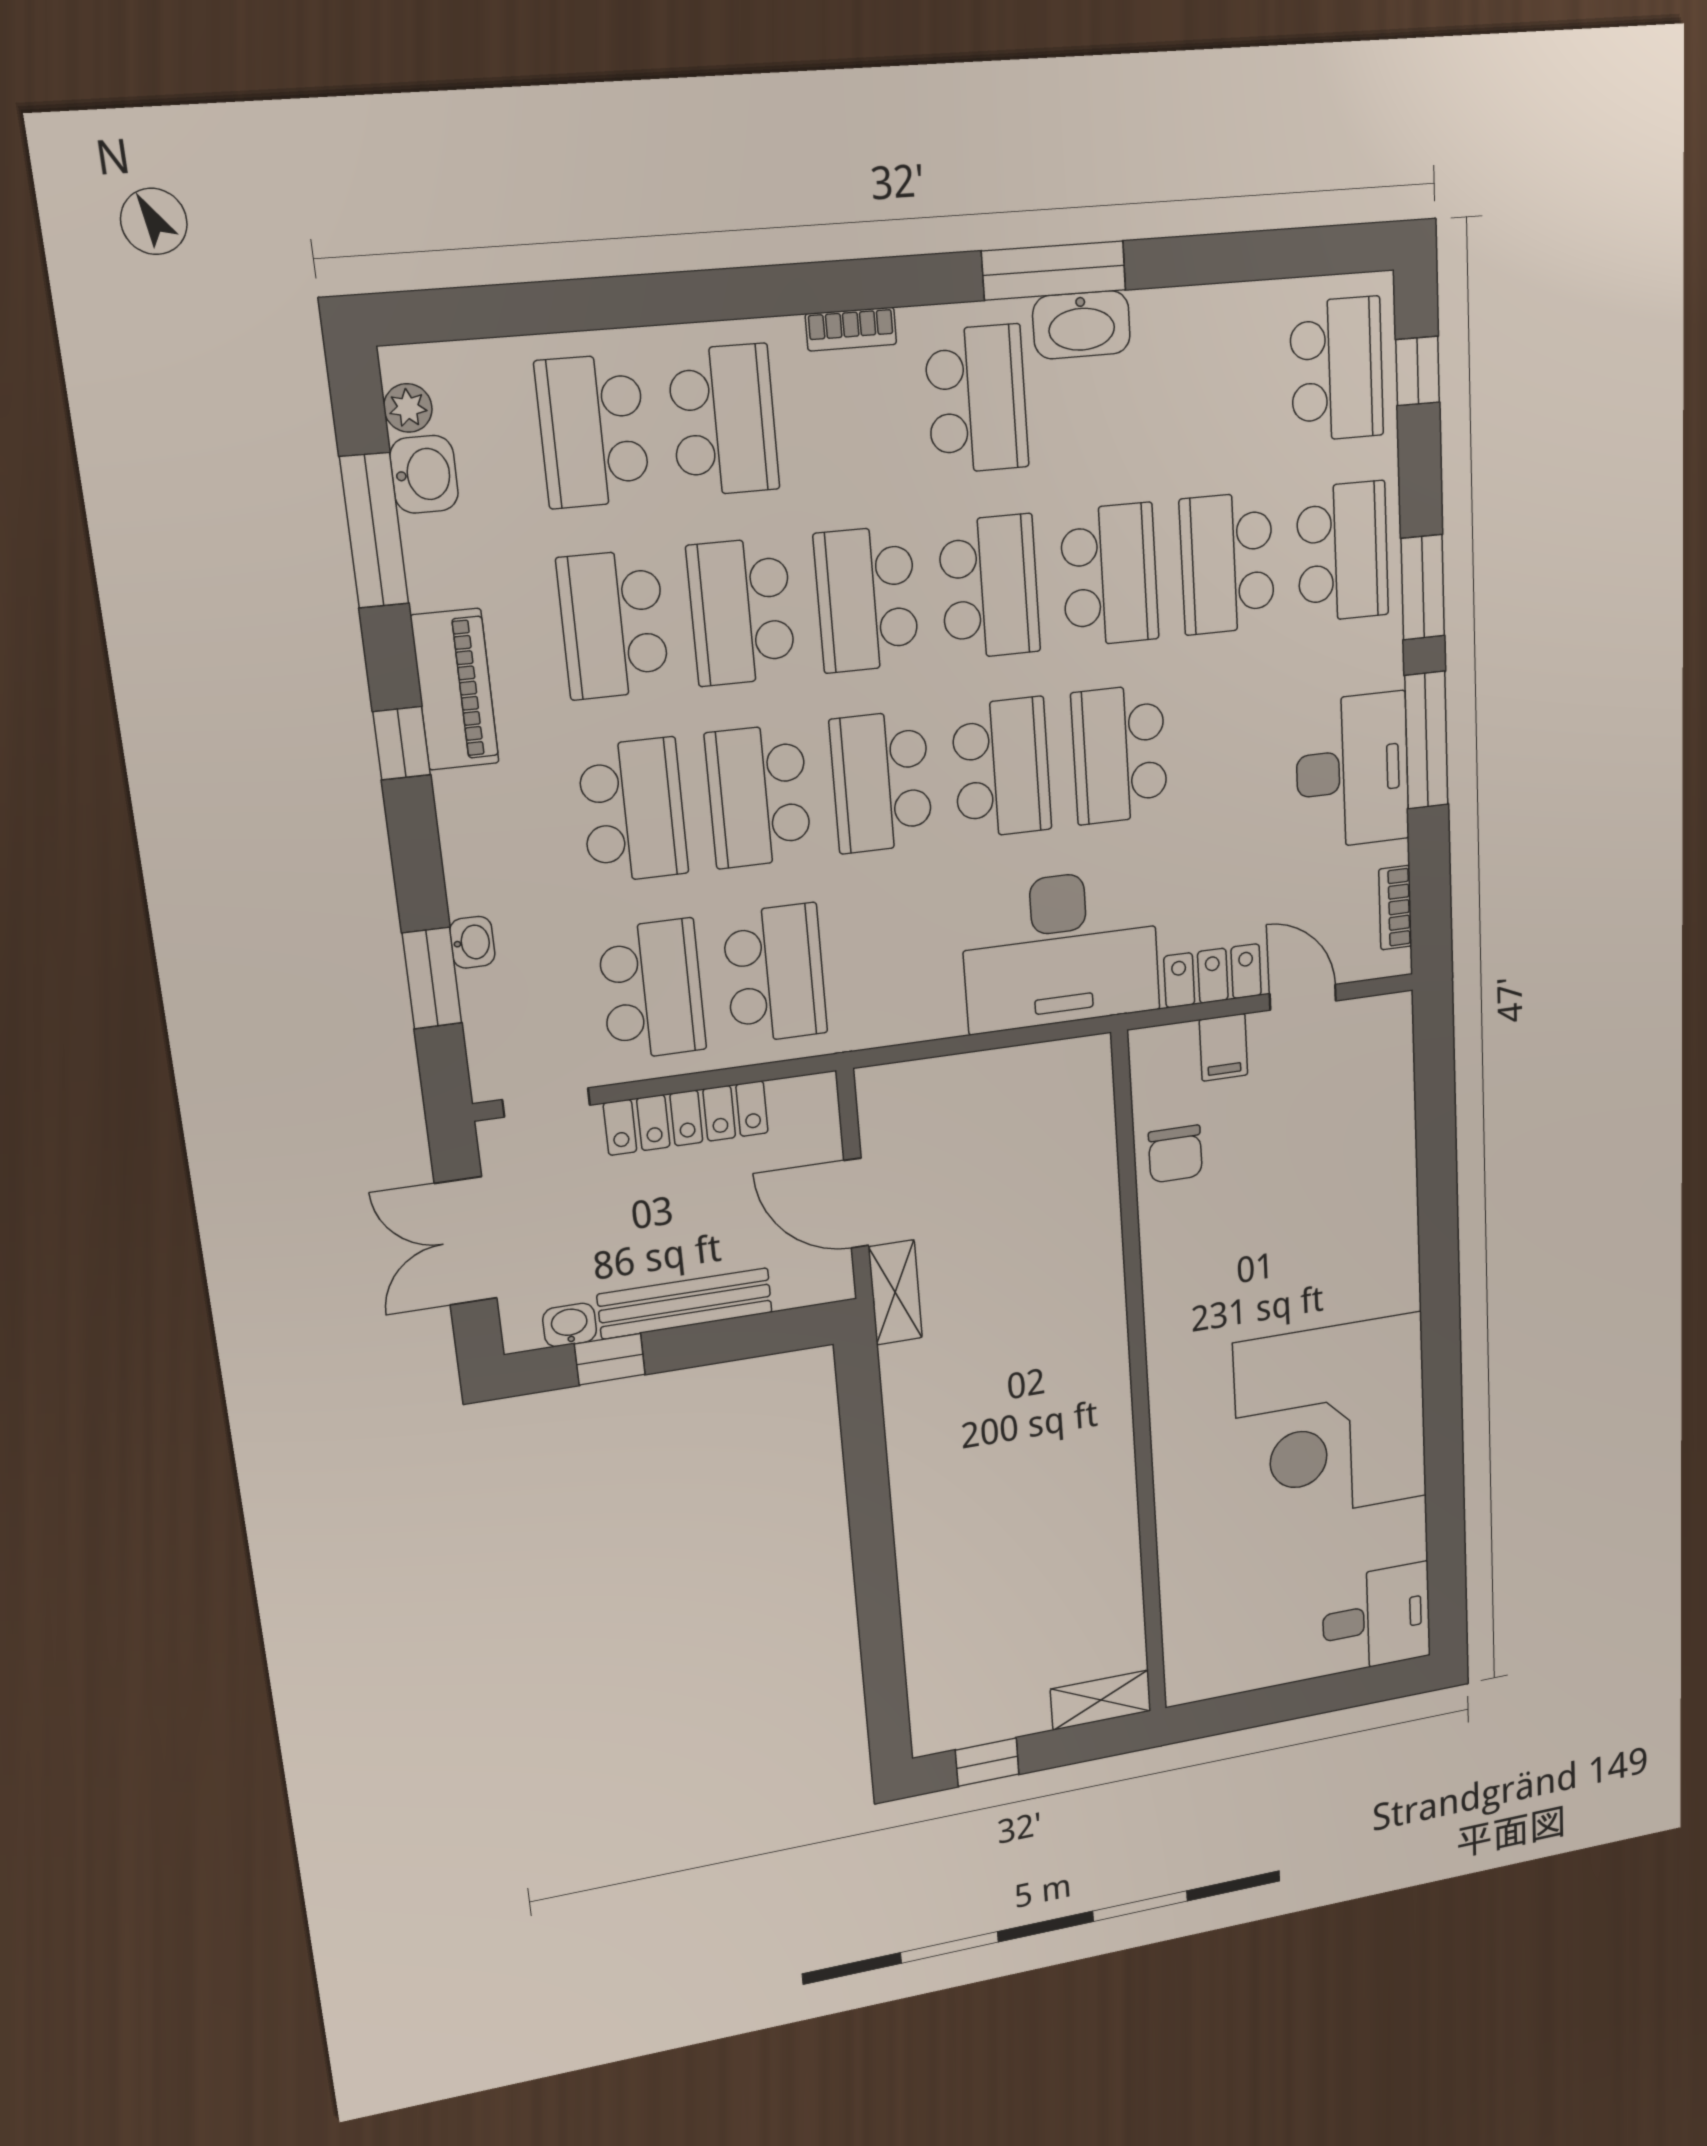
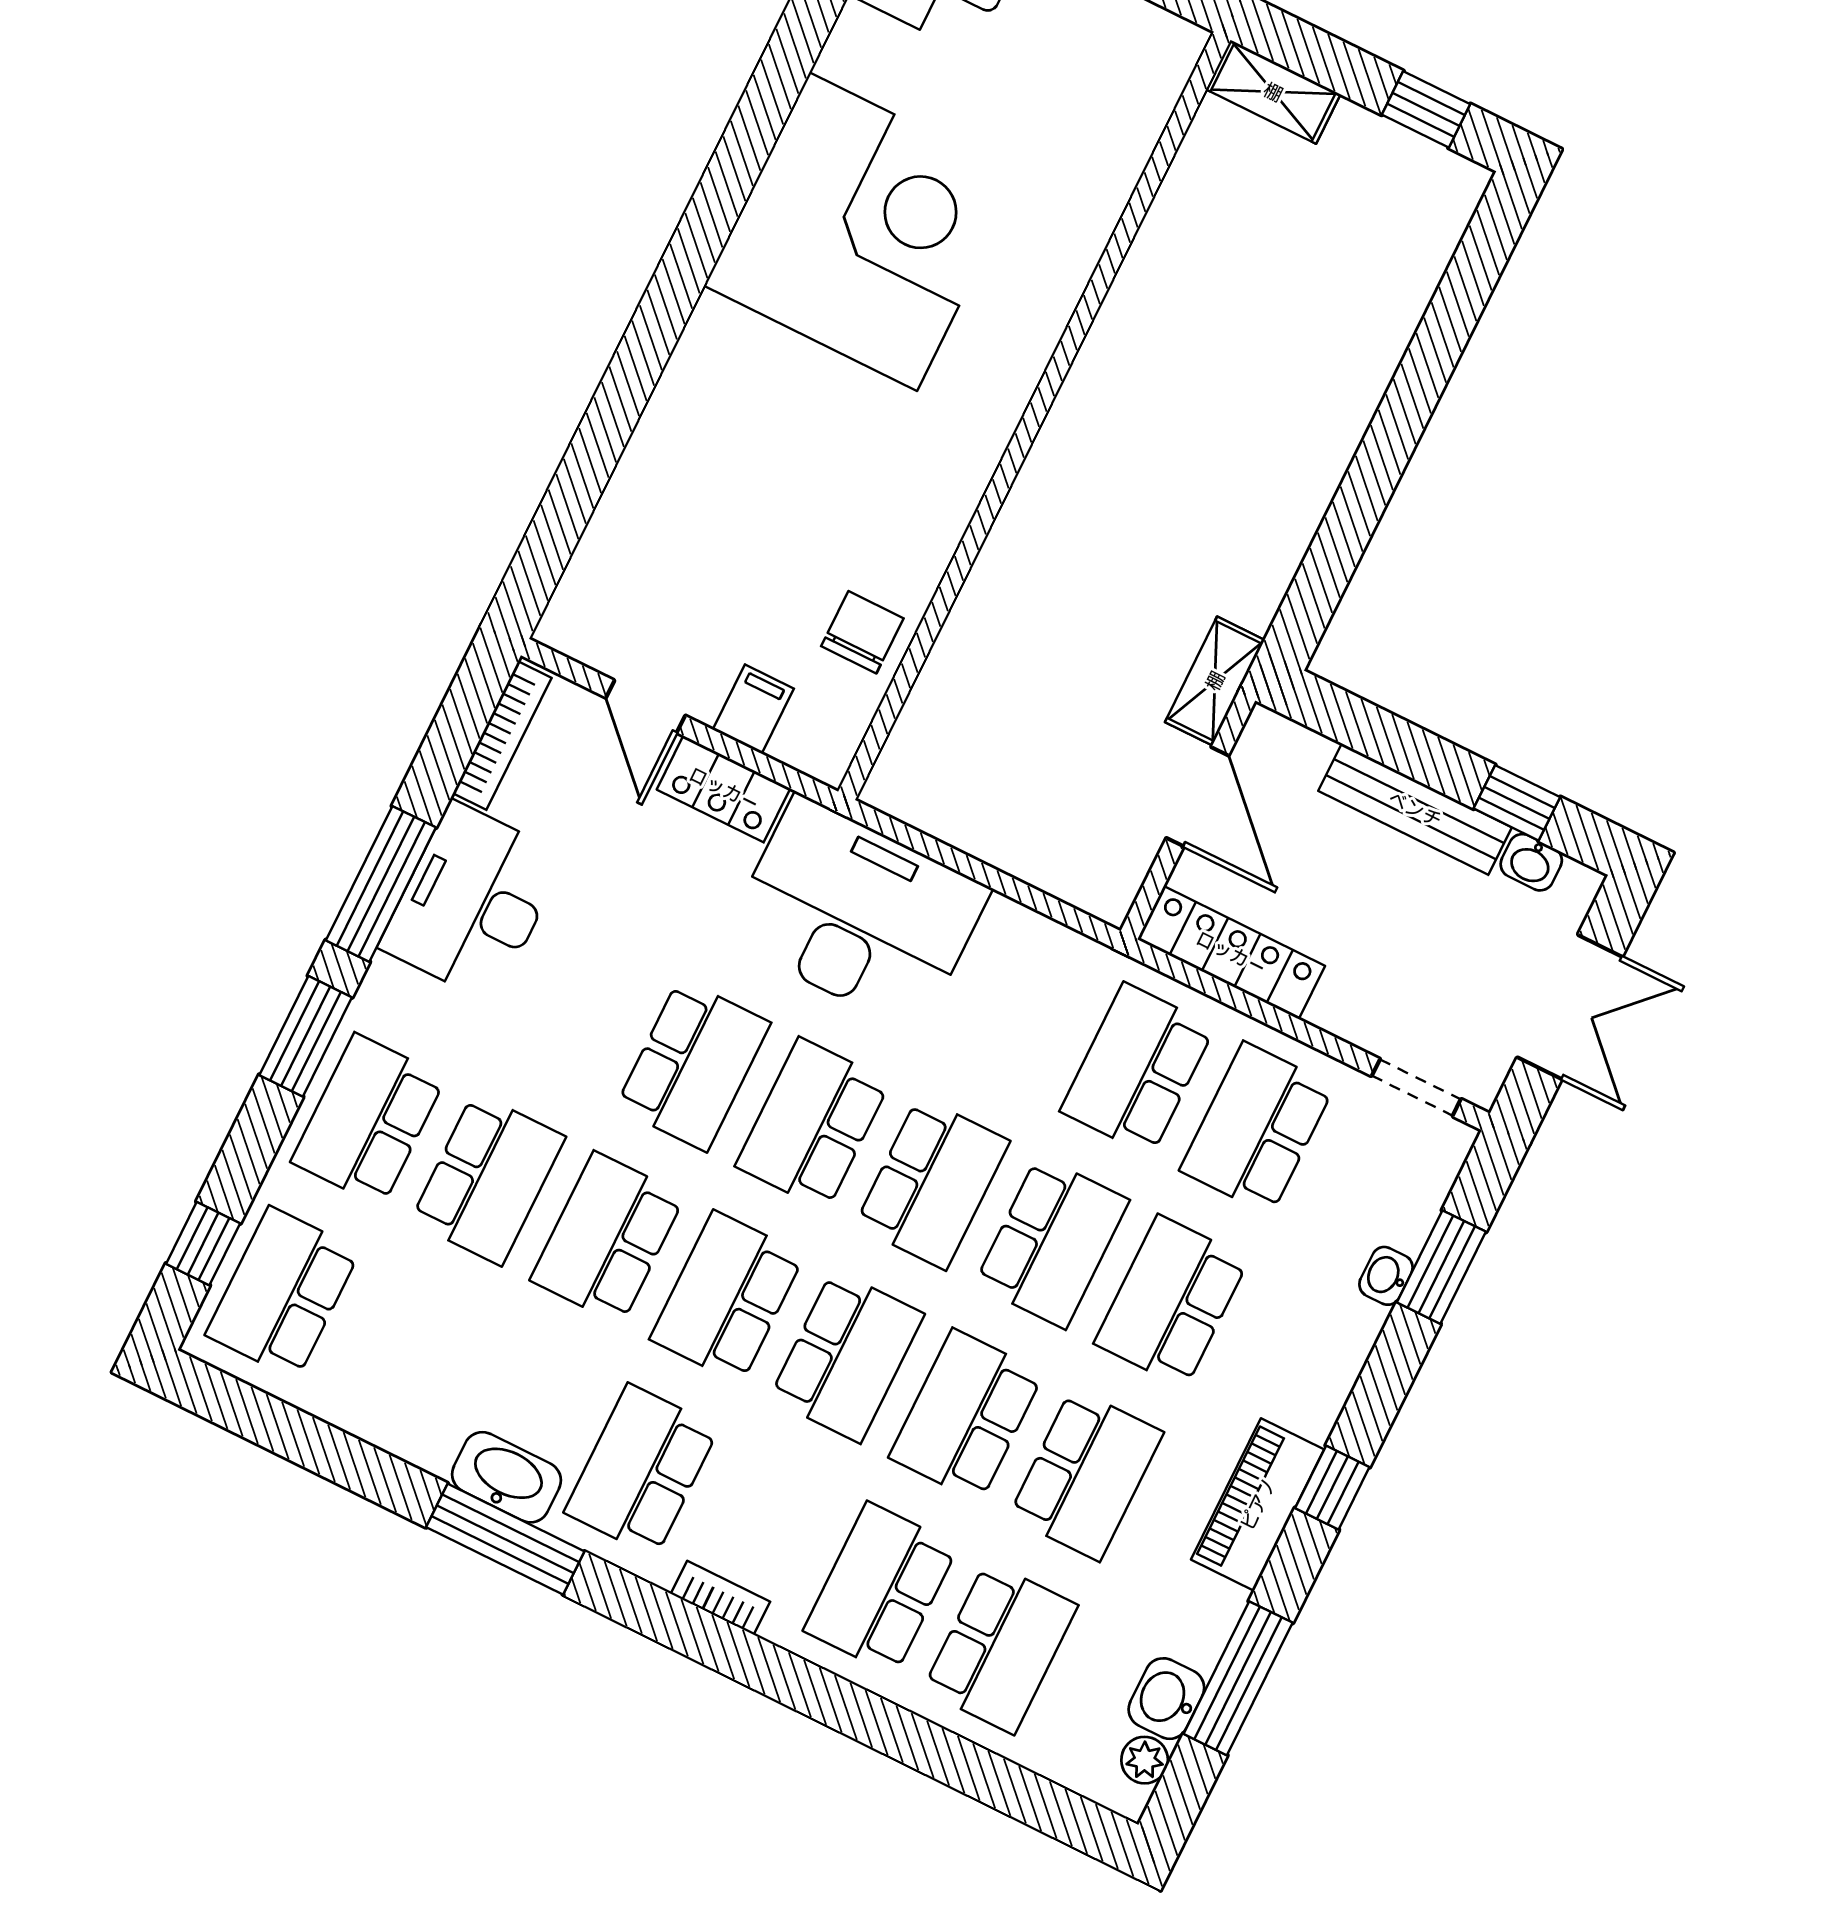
school desk: (741, 612) -> (966, 1415), turned 180
bookcase: (1395, 908) -> (502, 736), width x1.56
locker: (686, 1118) -> (1231, 953), moved

